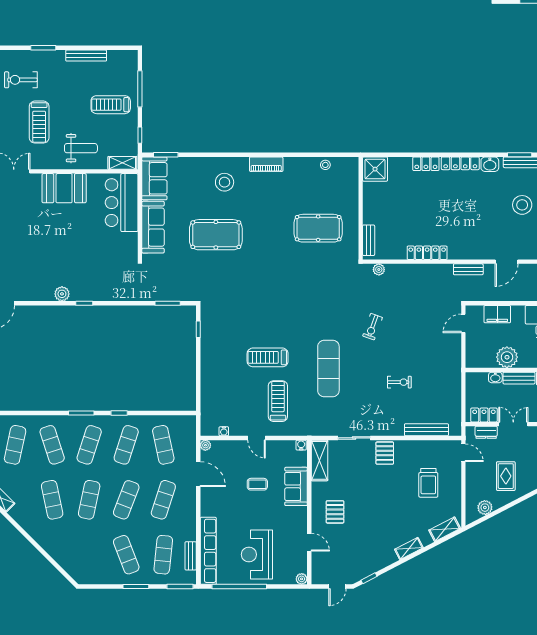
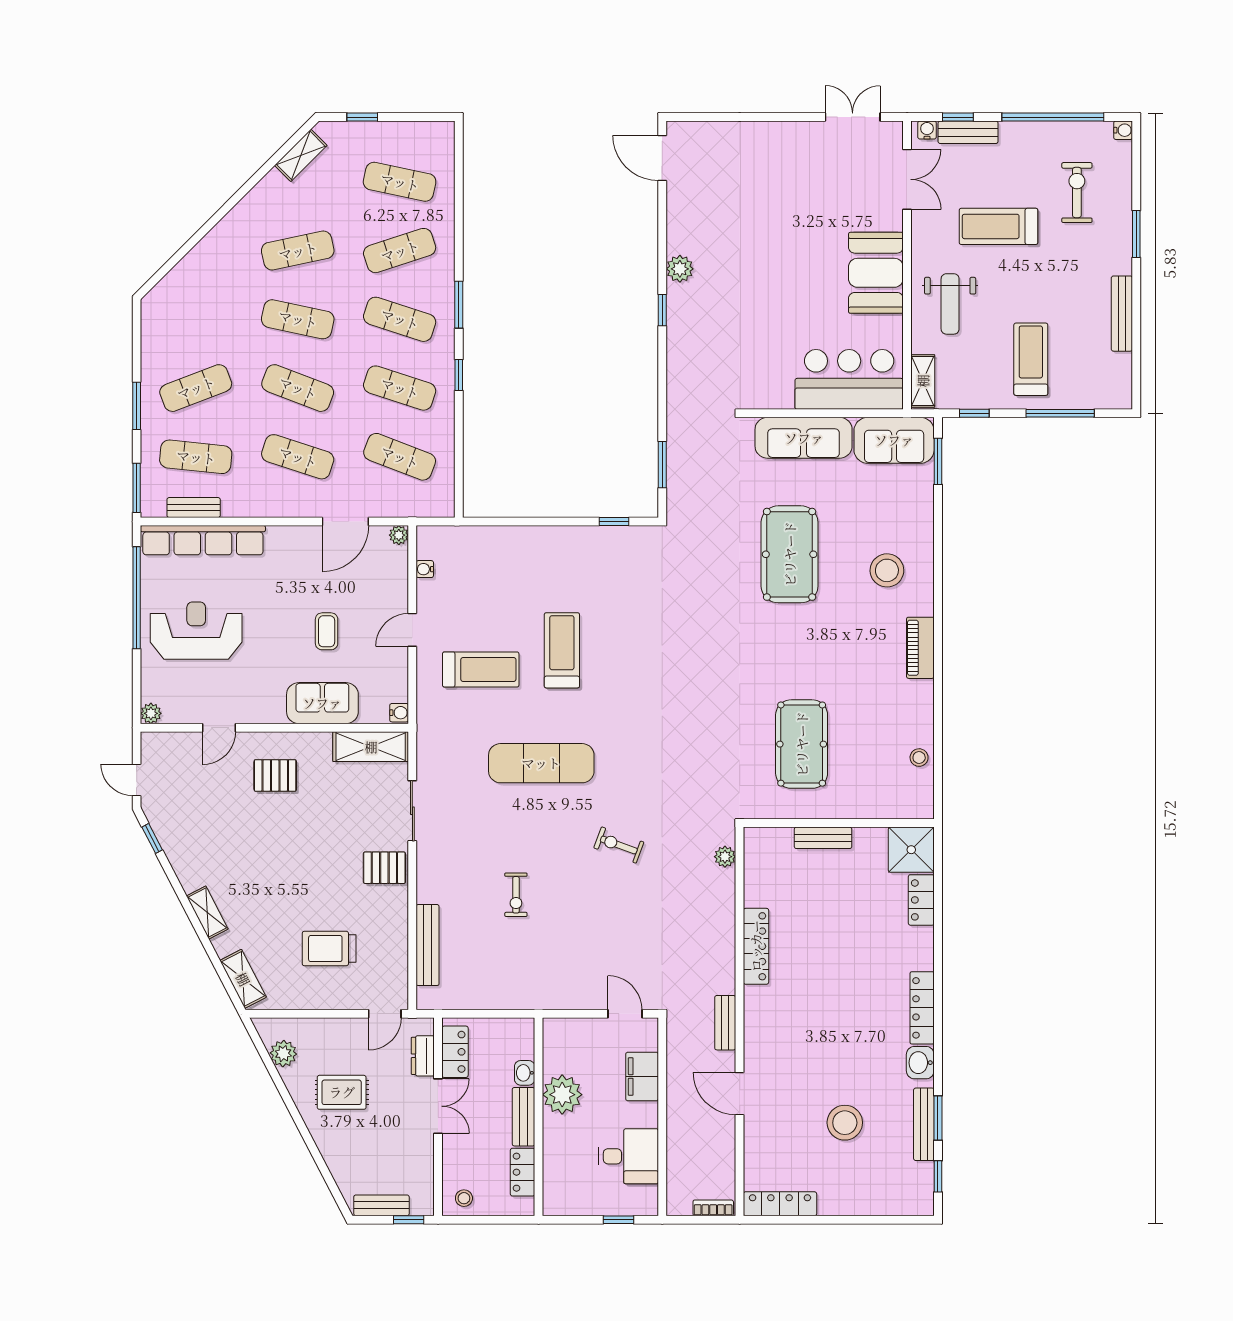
locker: (426, 164) -> (921, 900), moved
bench: (369, 240) -> (823, 838), moved
exercise mat: (163, 445) -> (400, 457), turned 33

